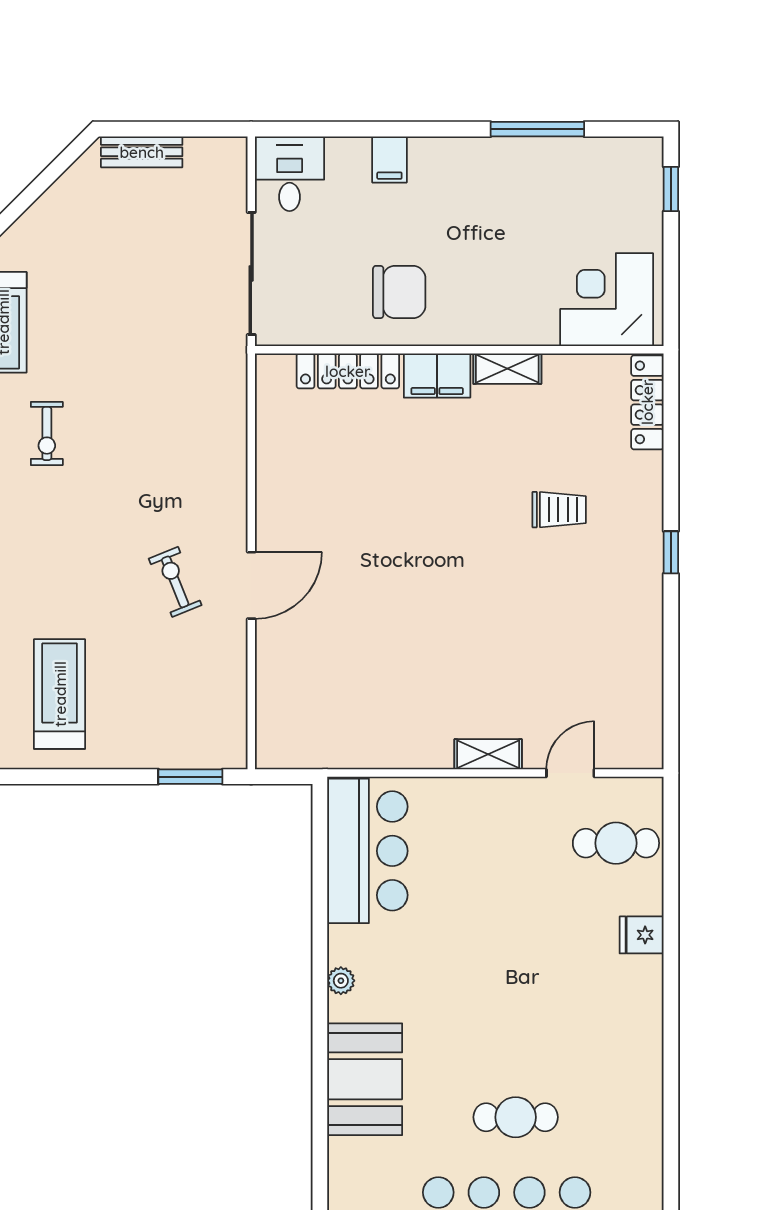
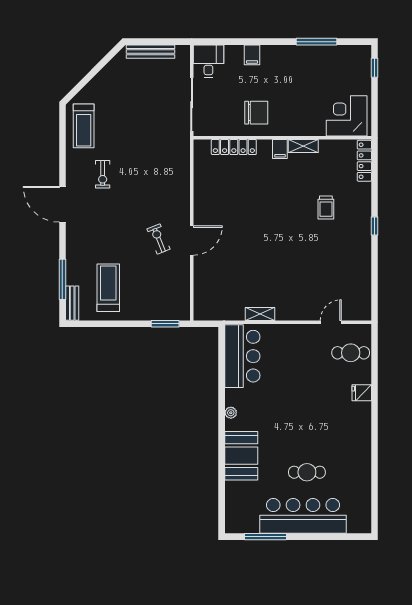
bench: (142, 152) -> (150, 52), width x1.36
filing cabinet: (437, 376) -> (280, 149), width x0.50
trolley: (559, 510) -> (326, 207), turned 90
shelving: (488, 754) -> (260, 314), moved

